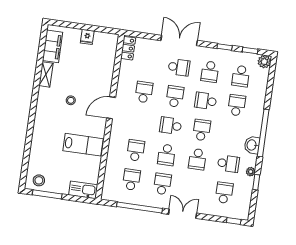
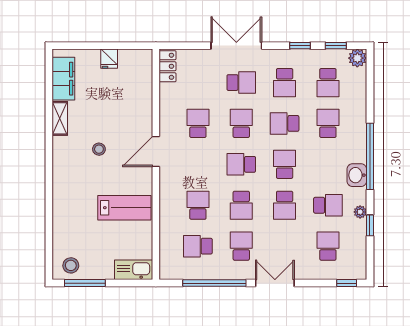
school desk: (131, 180) -> (198, 246), turned -90

